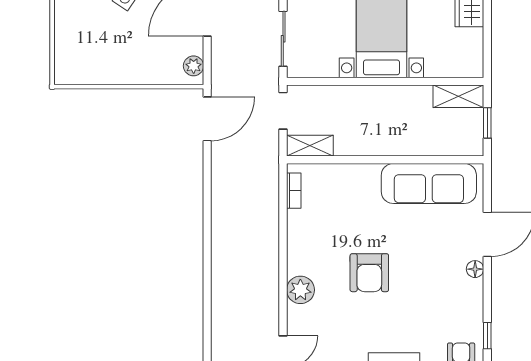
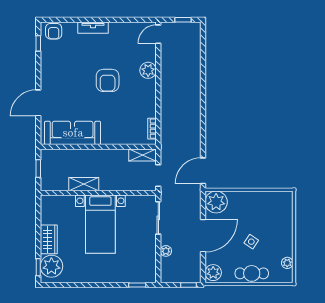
plant: (194, 66) -> (216, 202), width x1.88, depth x1.88
shelving: (458, 96) -> (84, 184), moved
floor lamp: (475, 269) -> (45, 83), removed
armchair: (369, 273) -> (108, 80), turned 180

